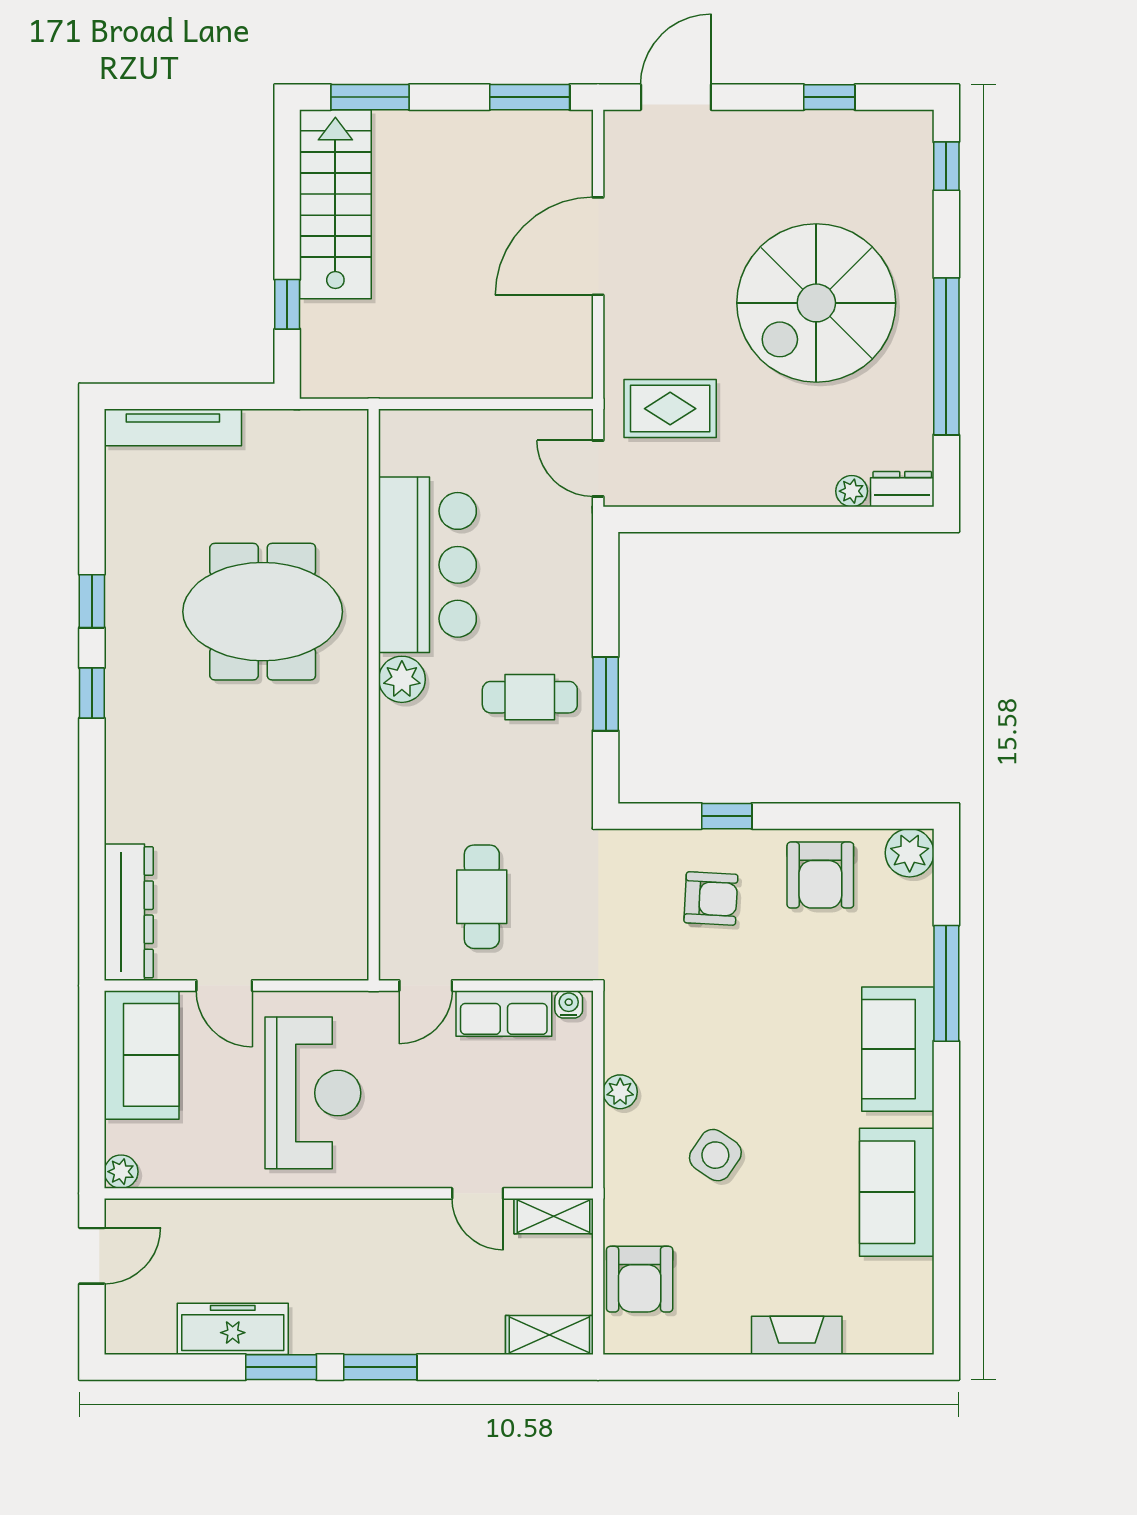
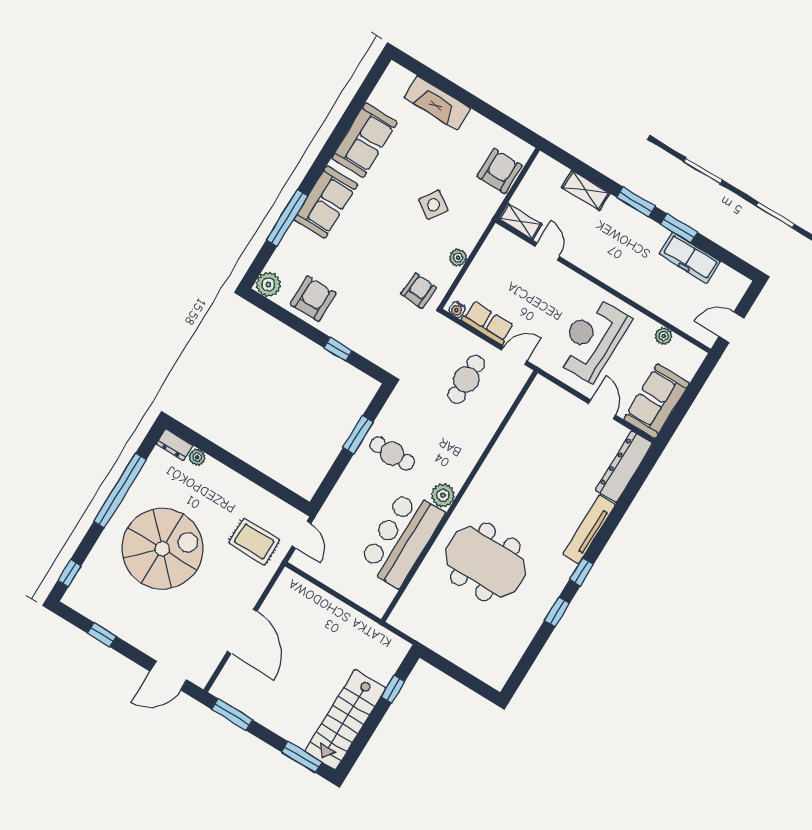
door: (598, 246) -> (242, 631), hinge flipped
tv unit: (173, 427) -> (589, 529), moved, turned -90
armchair: (711, 899) -> (418, 291), moved, turned 91
plant: (121, 1172) -> (664, 336), moved
shelving: (549, 1335) -> (586, 190), moved
fireplace: (797, 1335) -> (437, 103), width x1.37, depth x1.32

